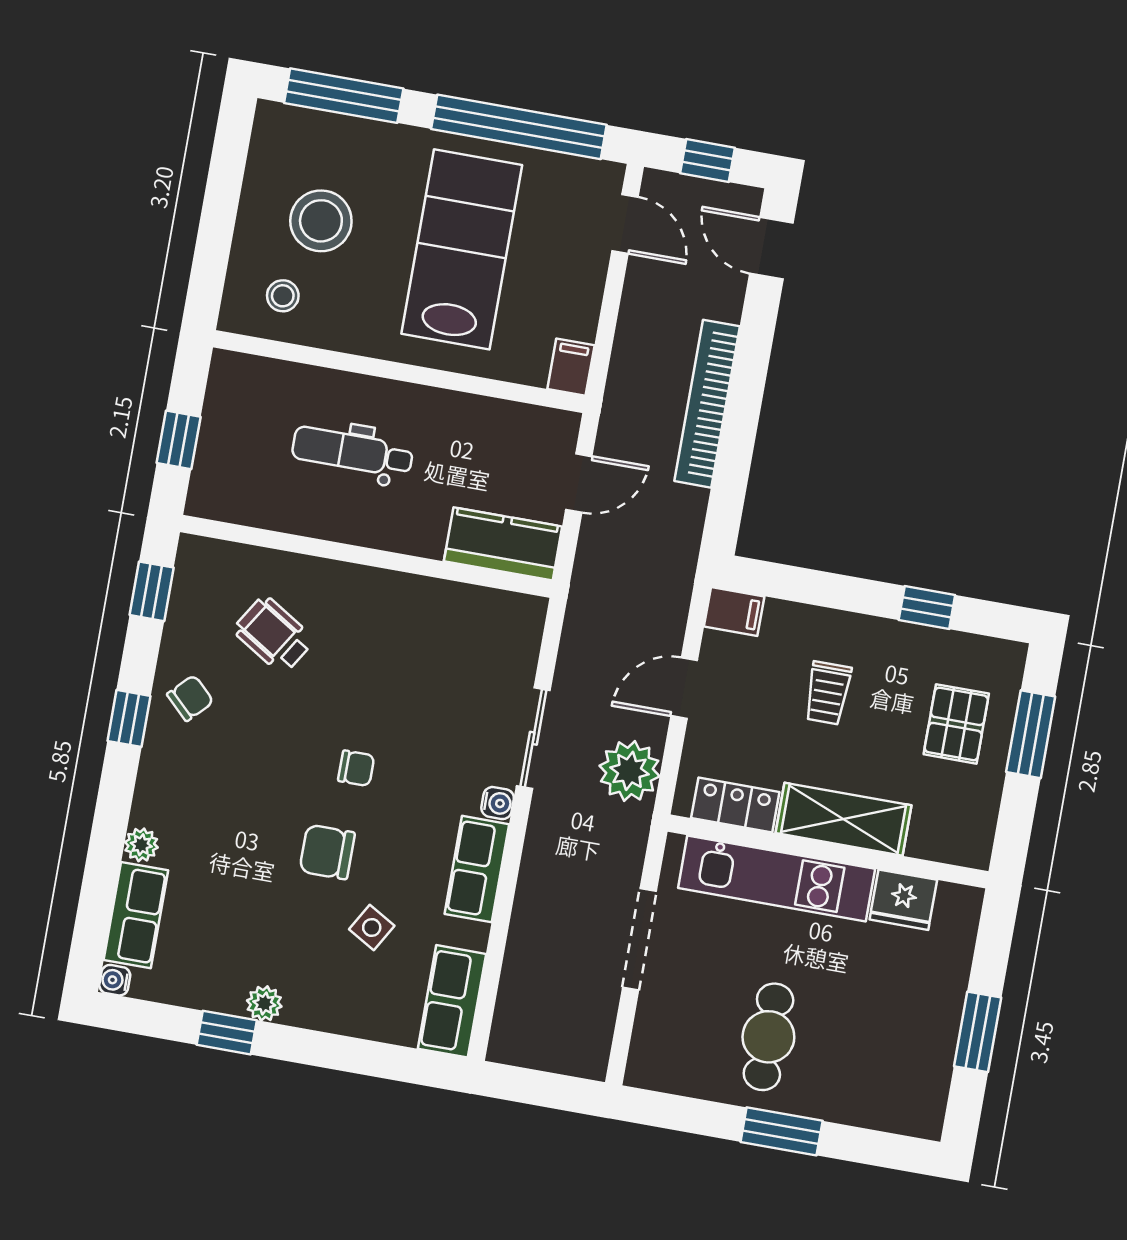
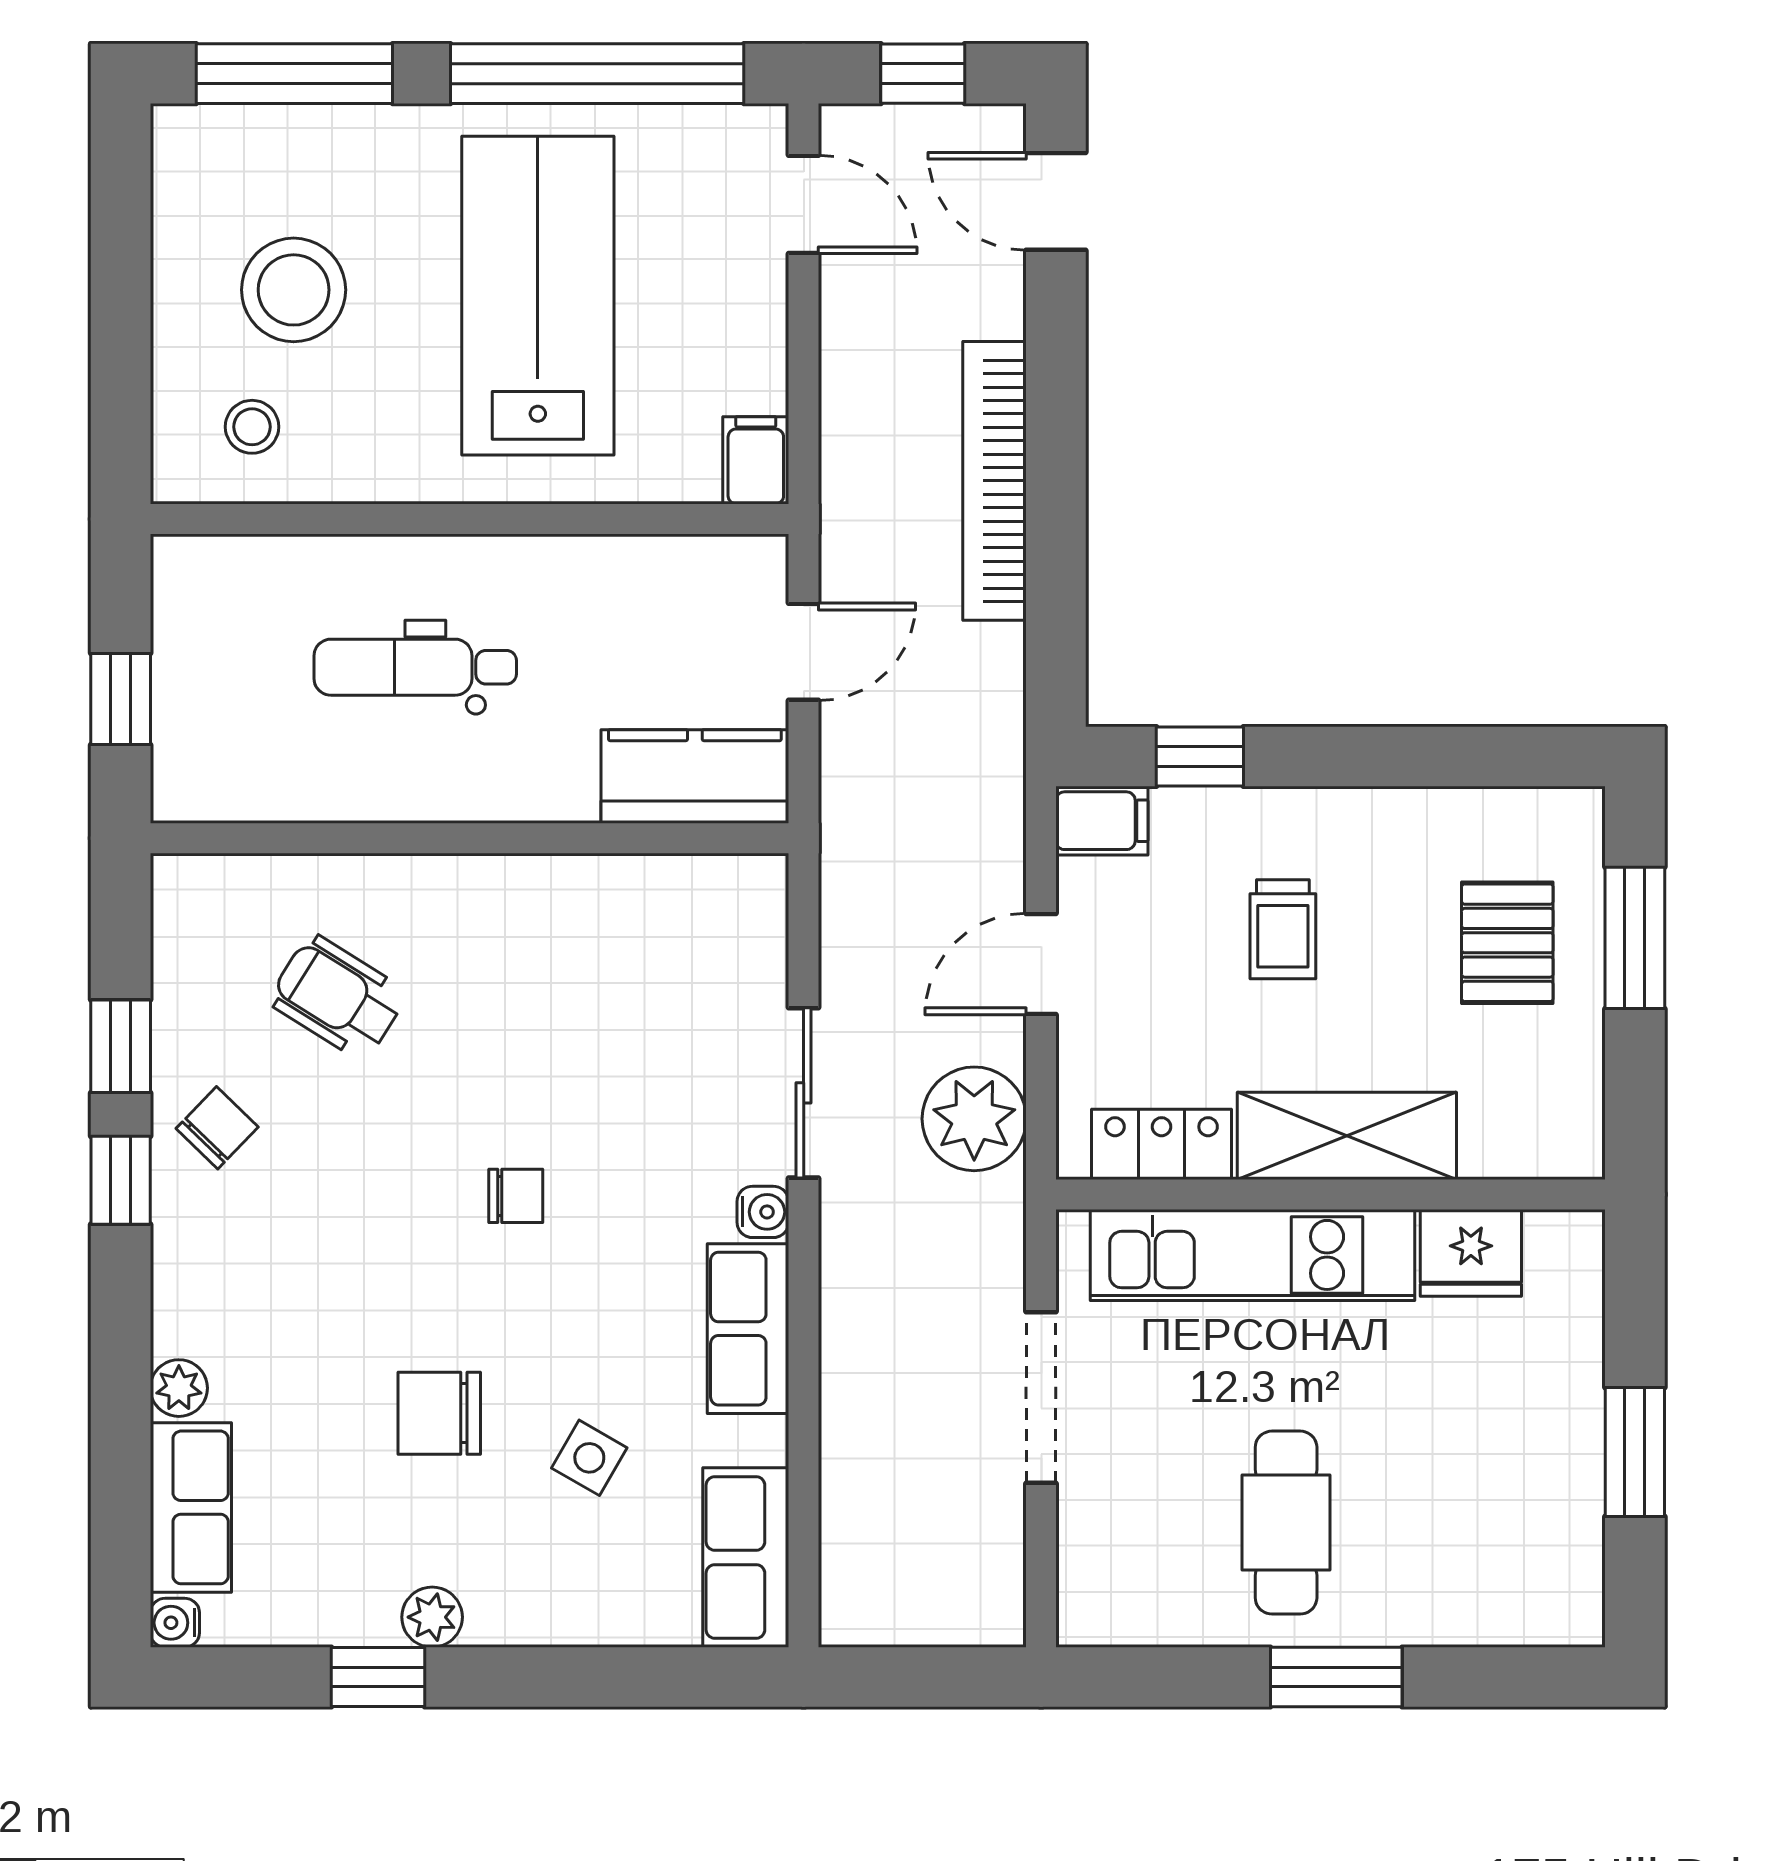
window: (152, 591) -> (121, 1046), moved
window: (927, 607) -> (1200, 757), moved
chair: (327, 852) -> (439, 1413), moved

